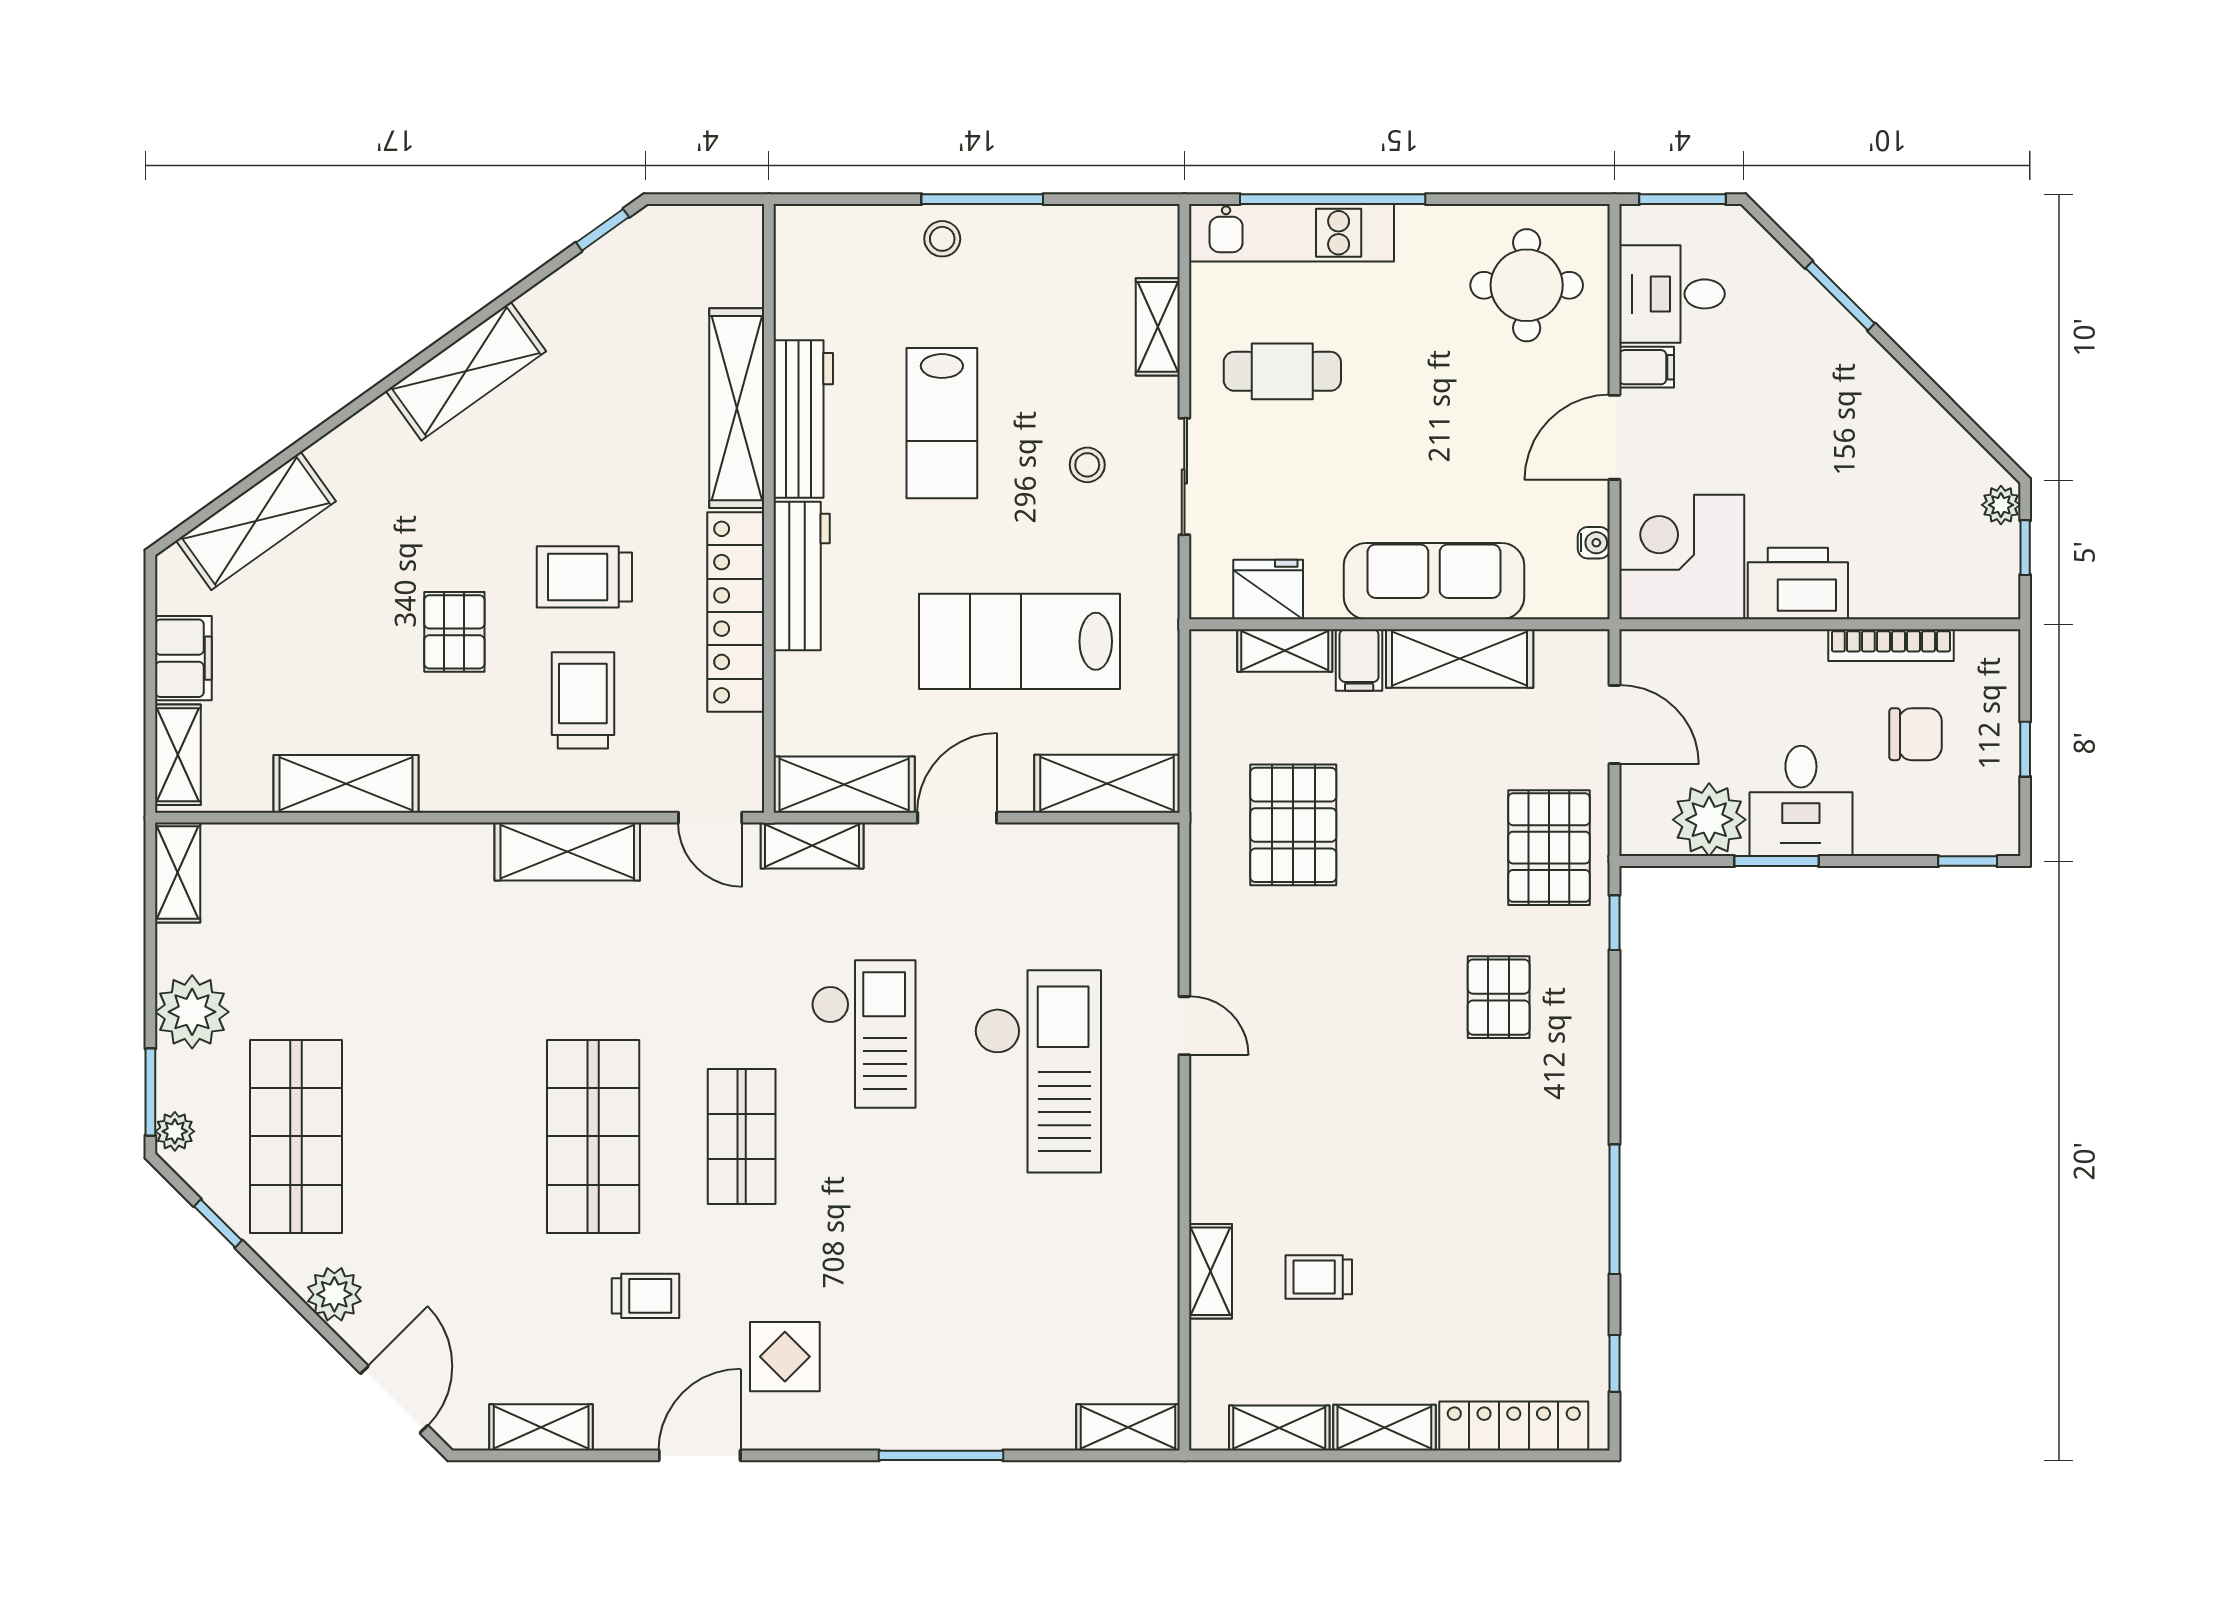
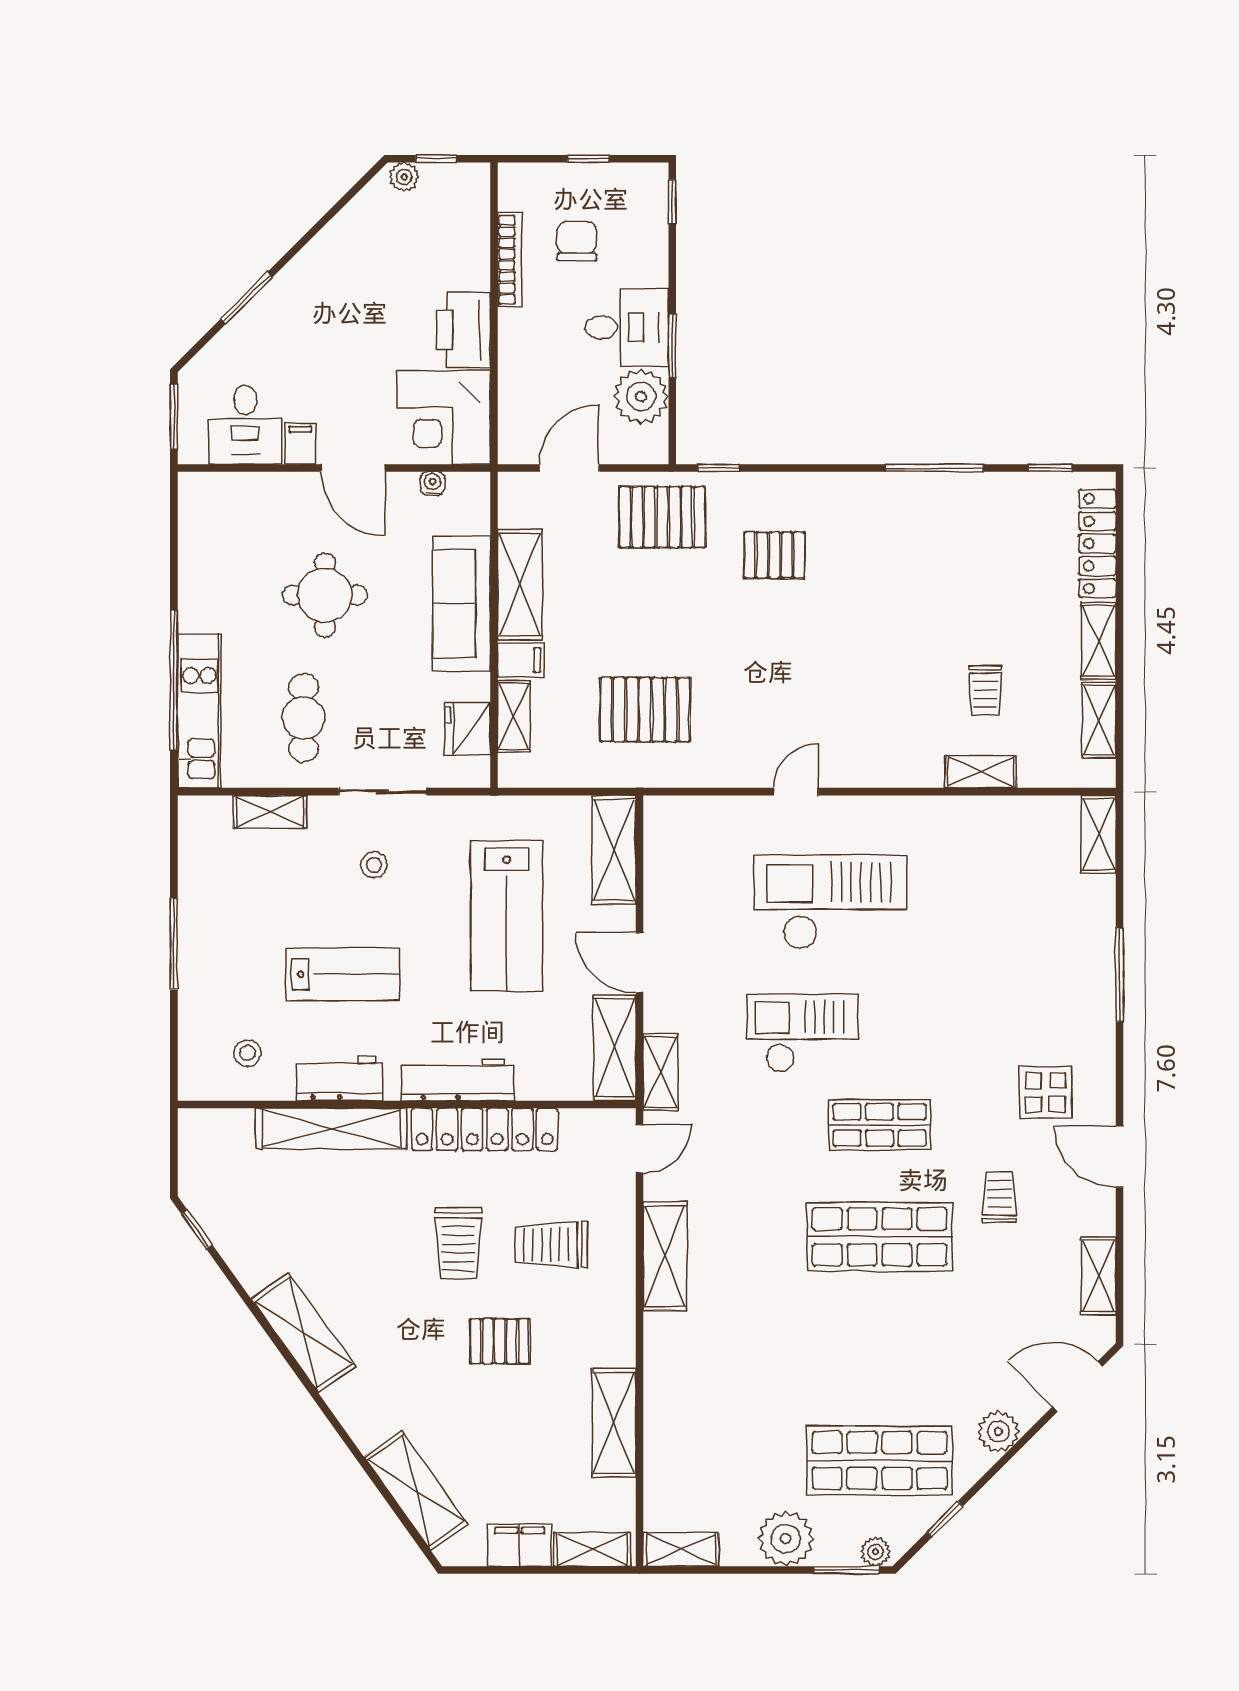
stool: (942, 239) -> (248, 1053), moved
round table: (1527, 285) -> (325, 595), moved
workbench: (803, 419) -> (339, 1079), width x0.73

